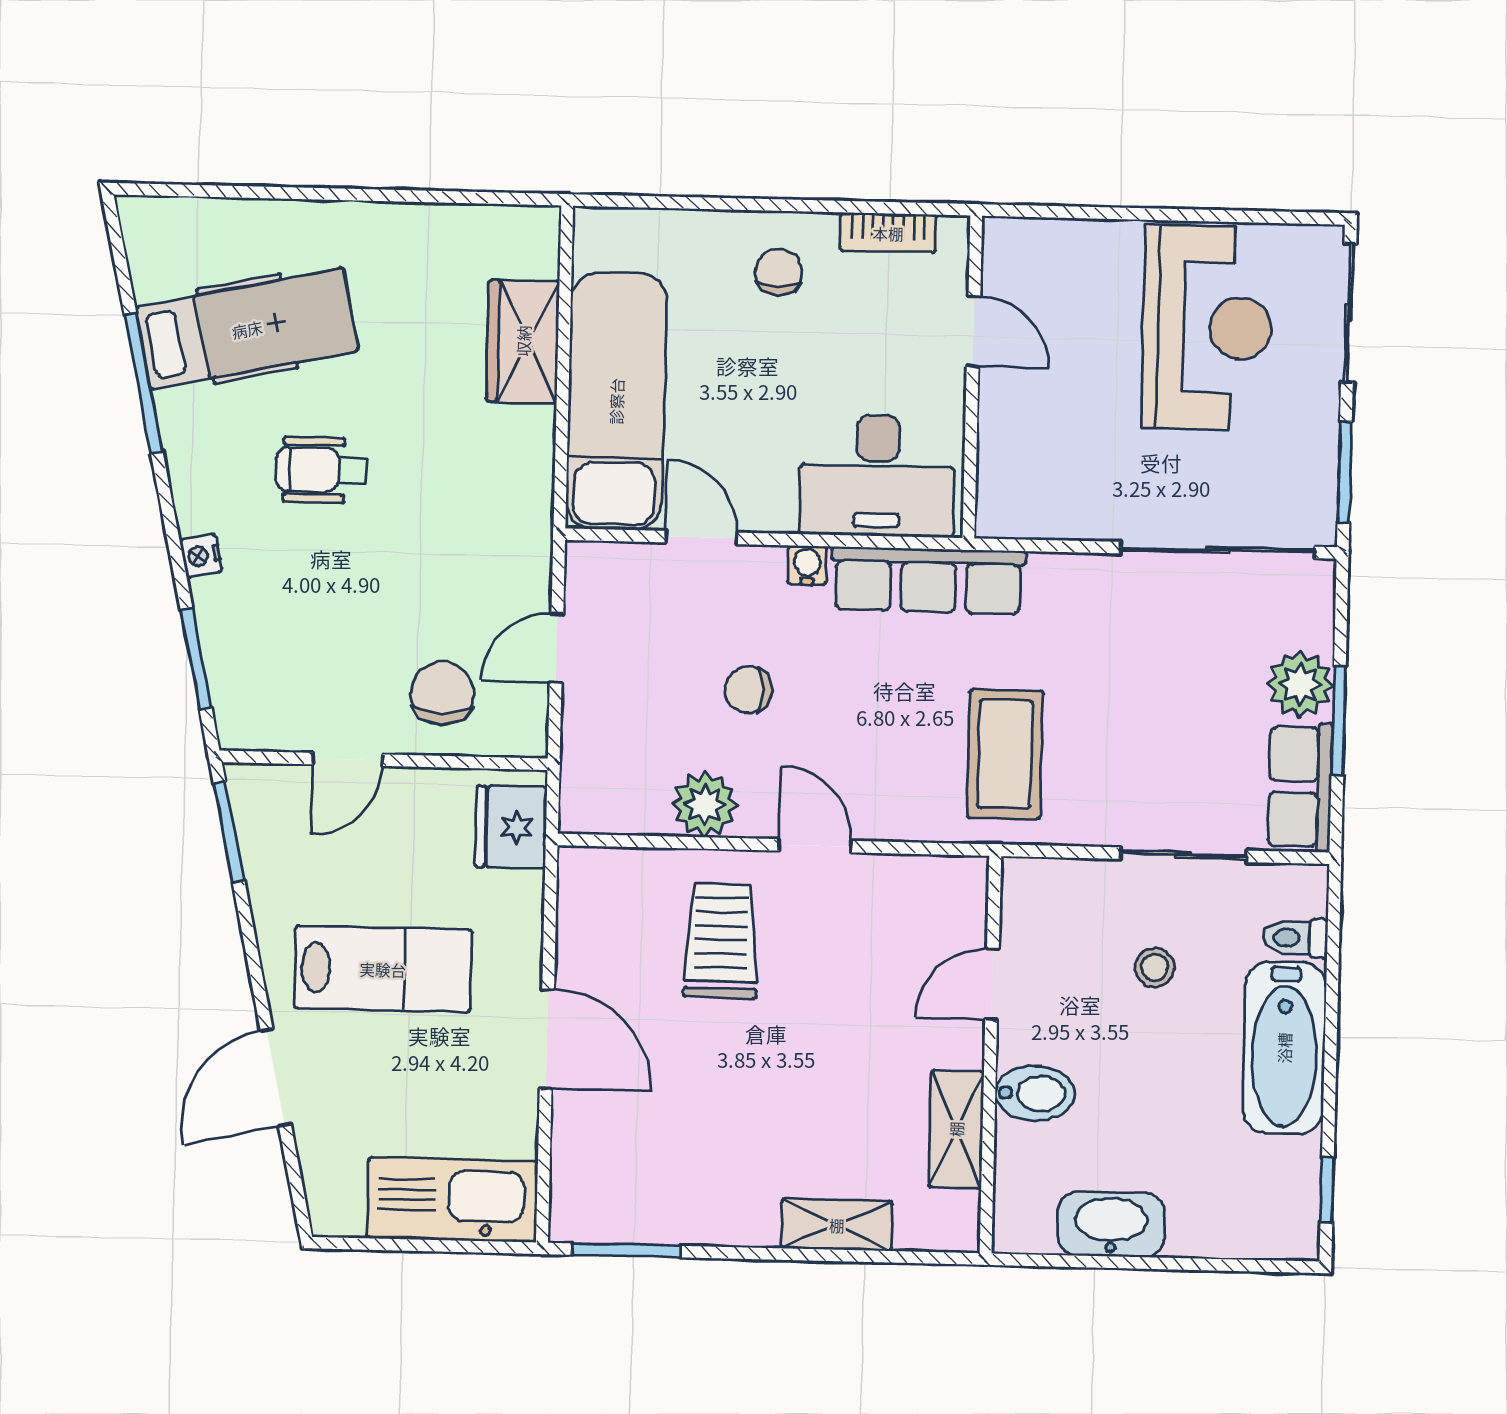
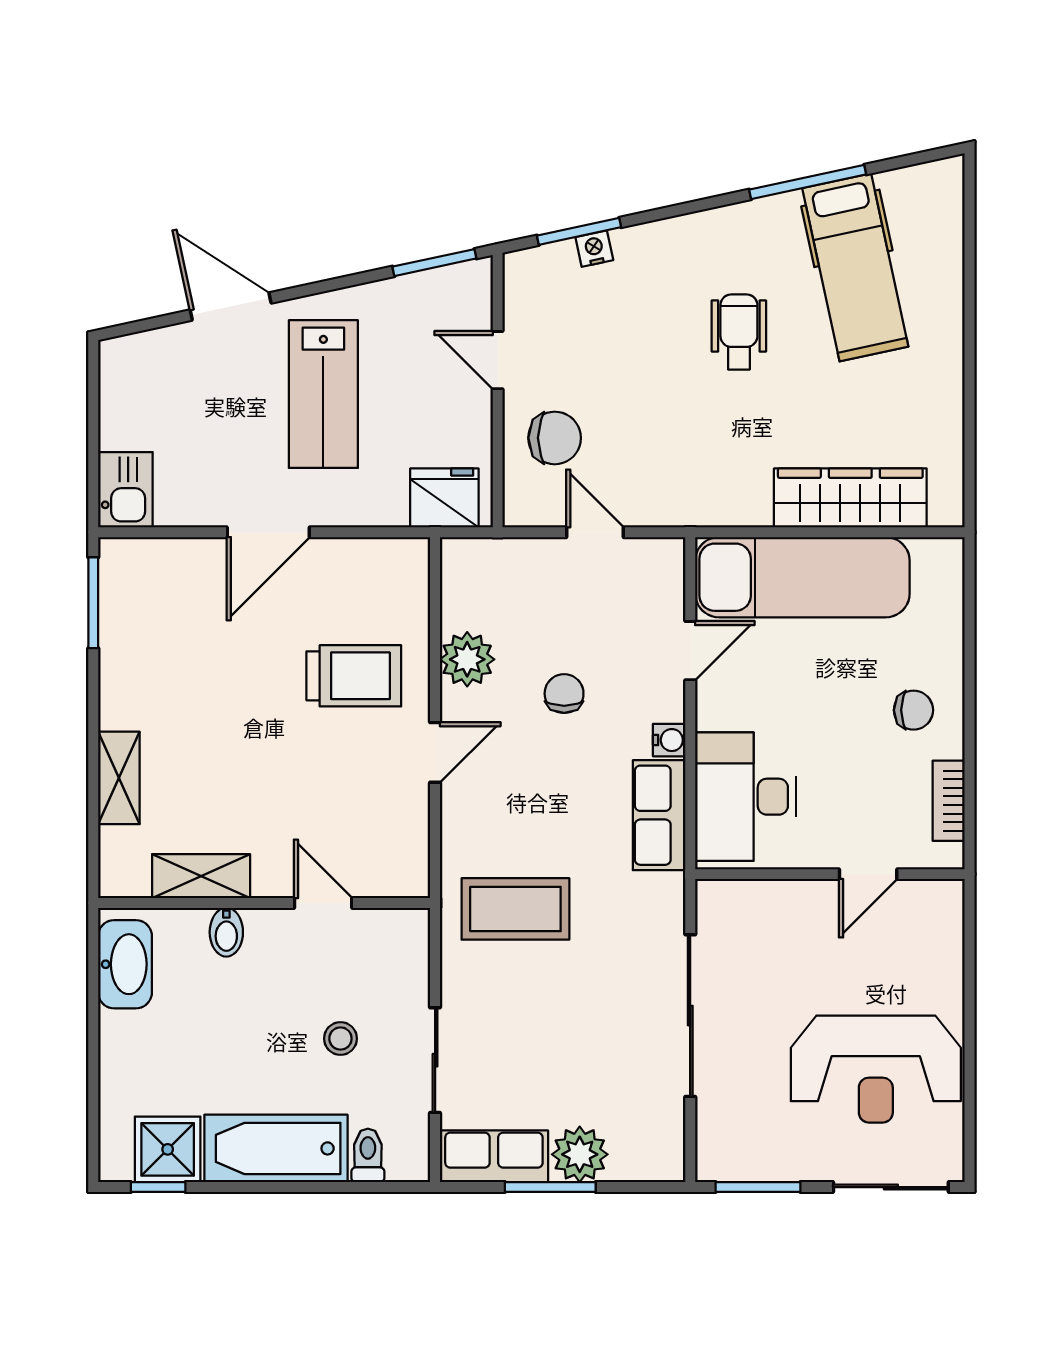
wardrobe: (523, 341) -> (850, 498), width x1.50
sliding door: (1218, 550) -> (690, 1016), moved
nightstand: (201, 556) -> (594, 249), moved
row of seats: (928, 580) -> (659, 815), width x0.68
bidet: (1035, 1093) -> (226, 932), width x0.72, depth x0.74
shower: (1282, 1177) -> (168, 1149), added
kitchen sink: (453, 1200) -> (125, 490), width x0.53, depth x0.81
washbasin: (1111, 1224) -> (125, 964), moved

